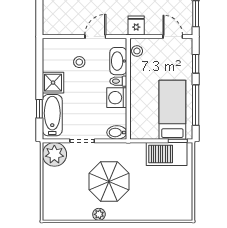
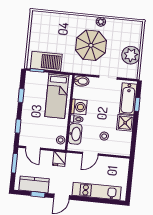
window: (196, 105) -> (21, 95), width x0.46
bed: (172, 110) -> (57, 96), moved
plant: (54, 154) -> (131, 55), moved

